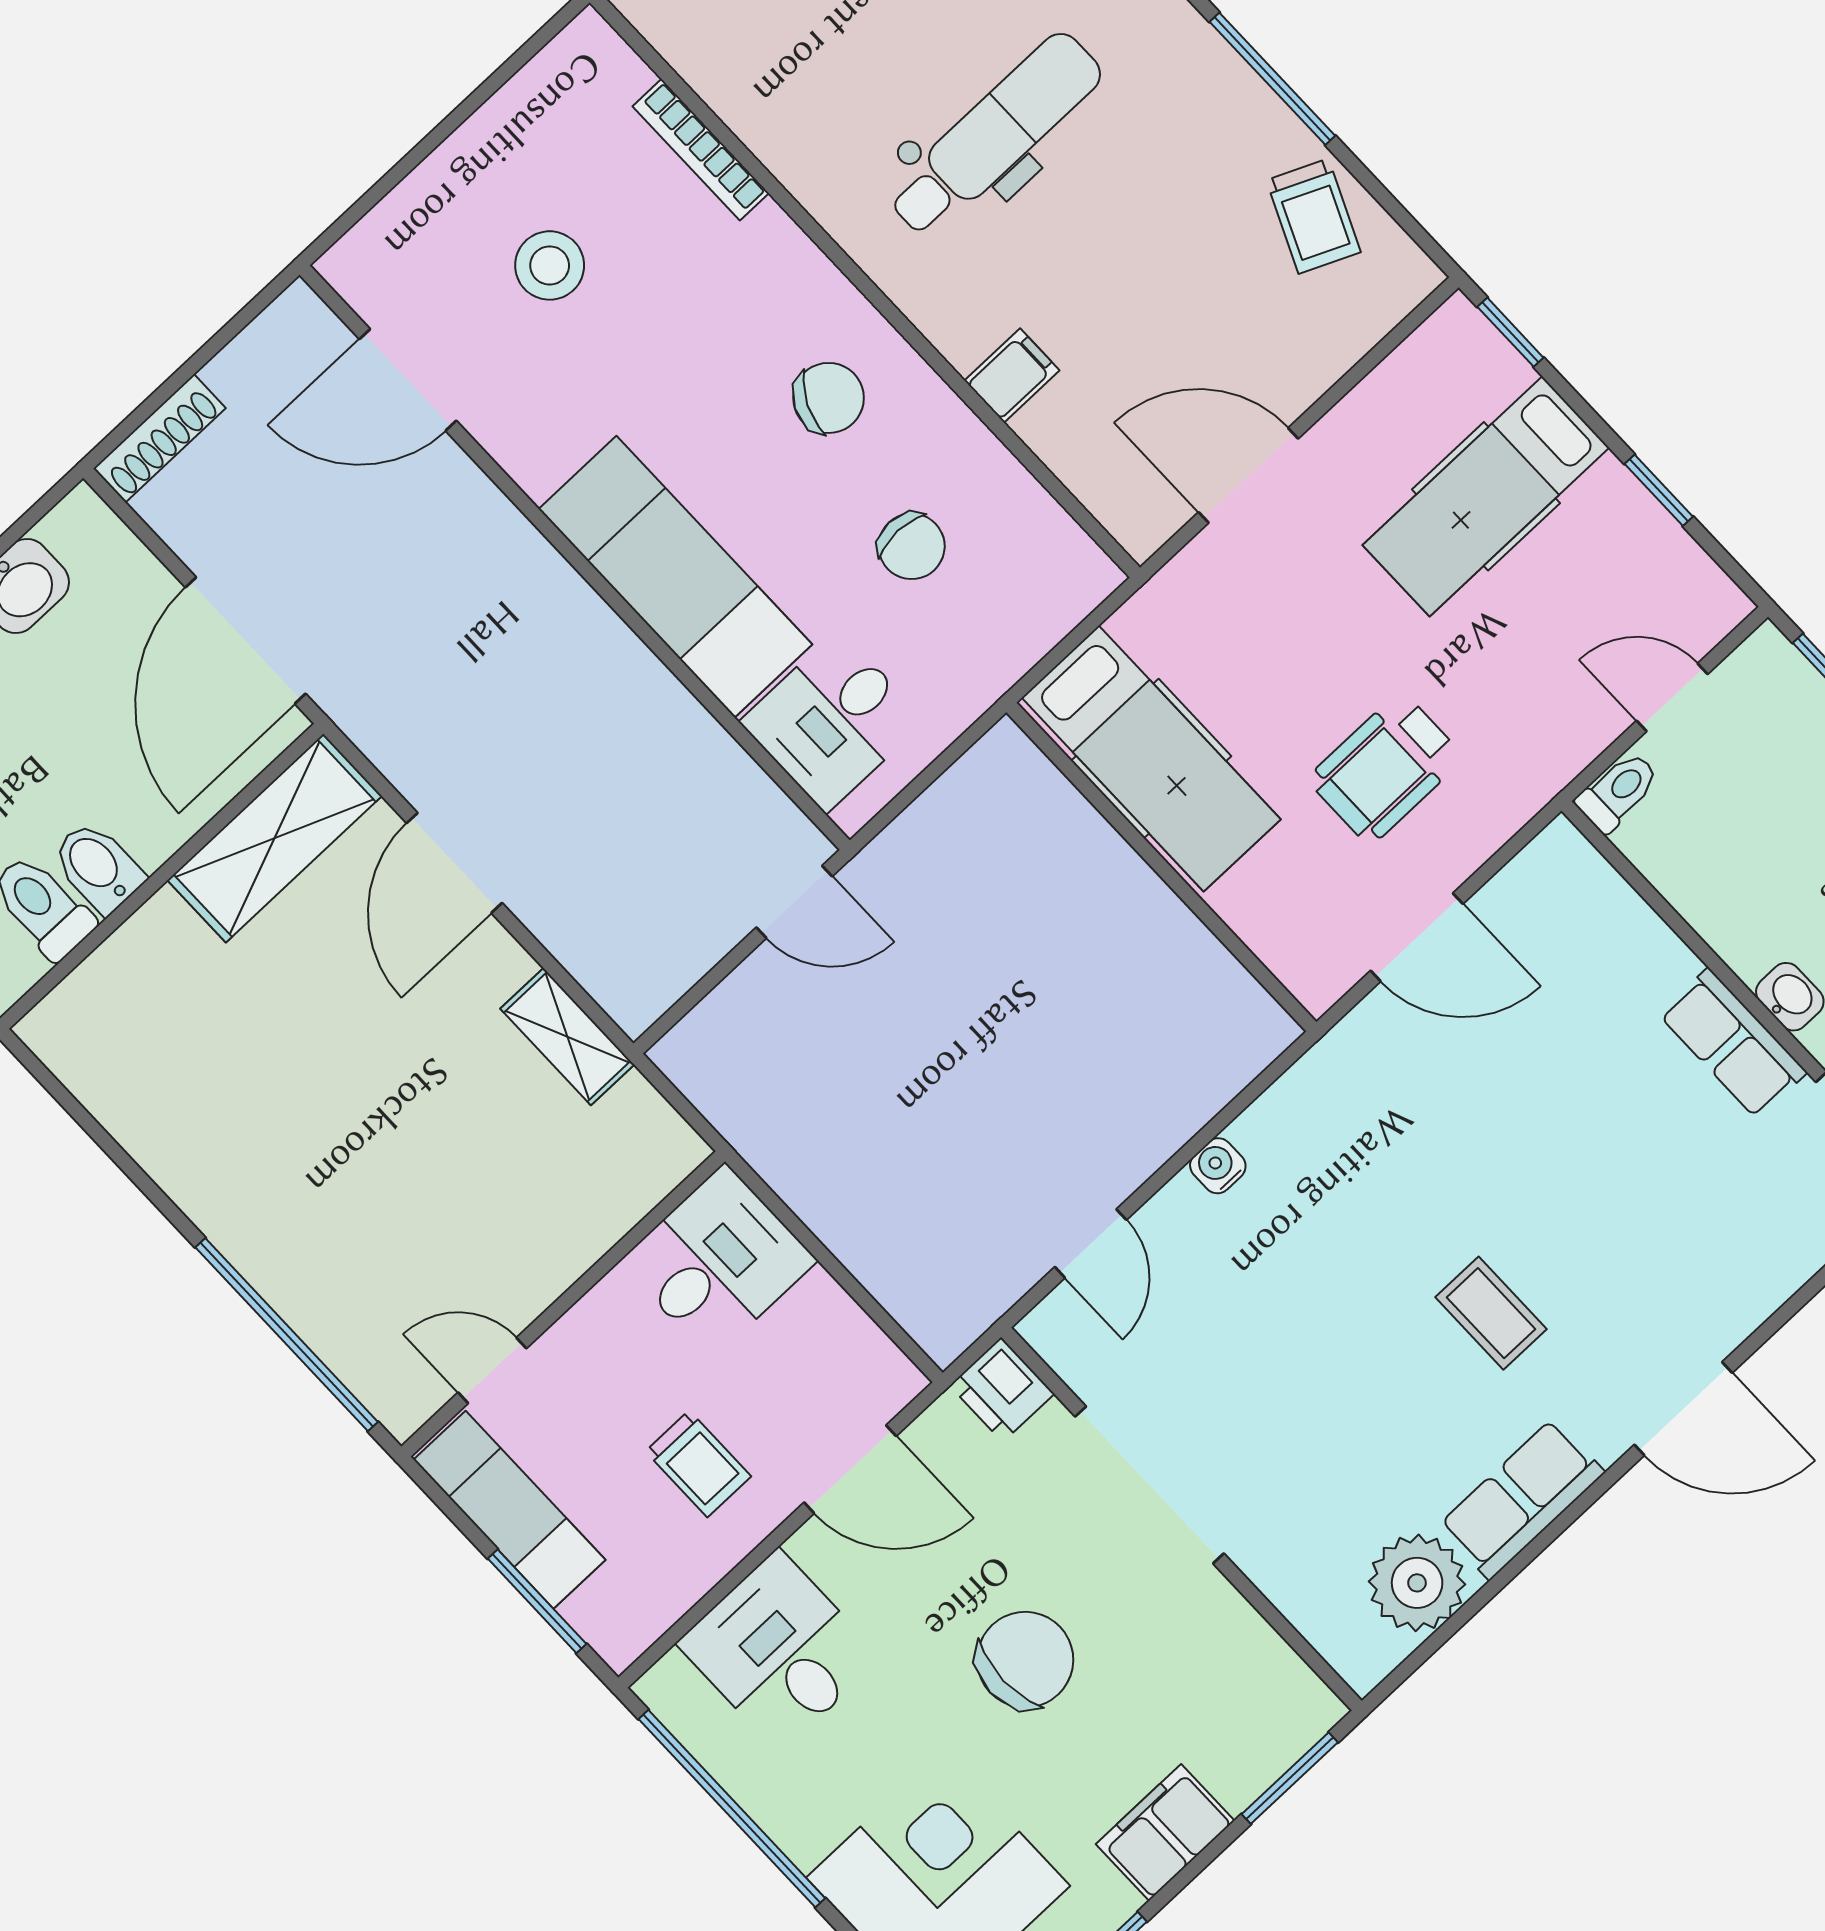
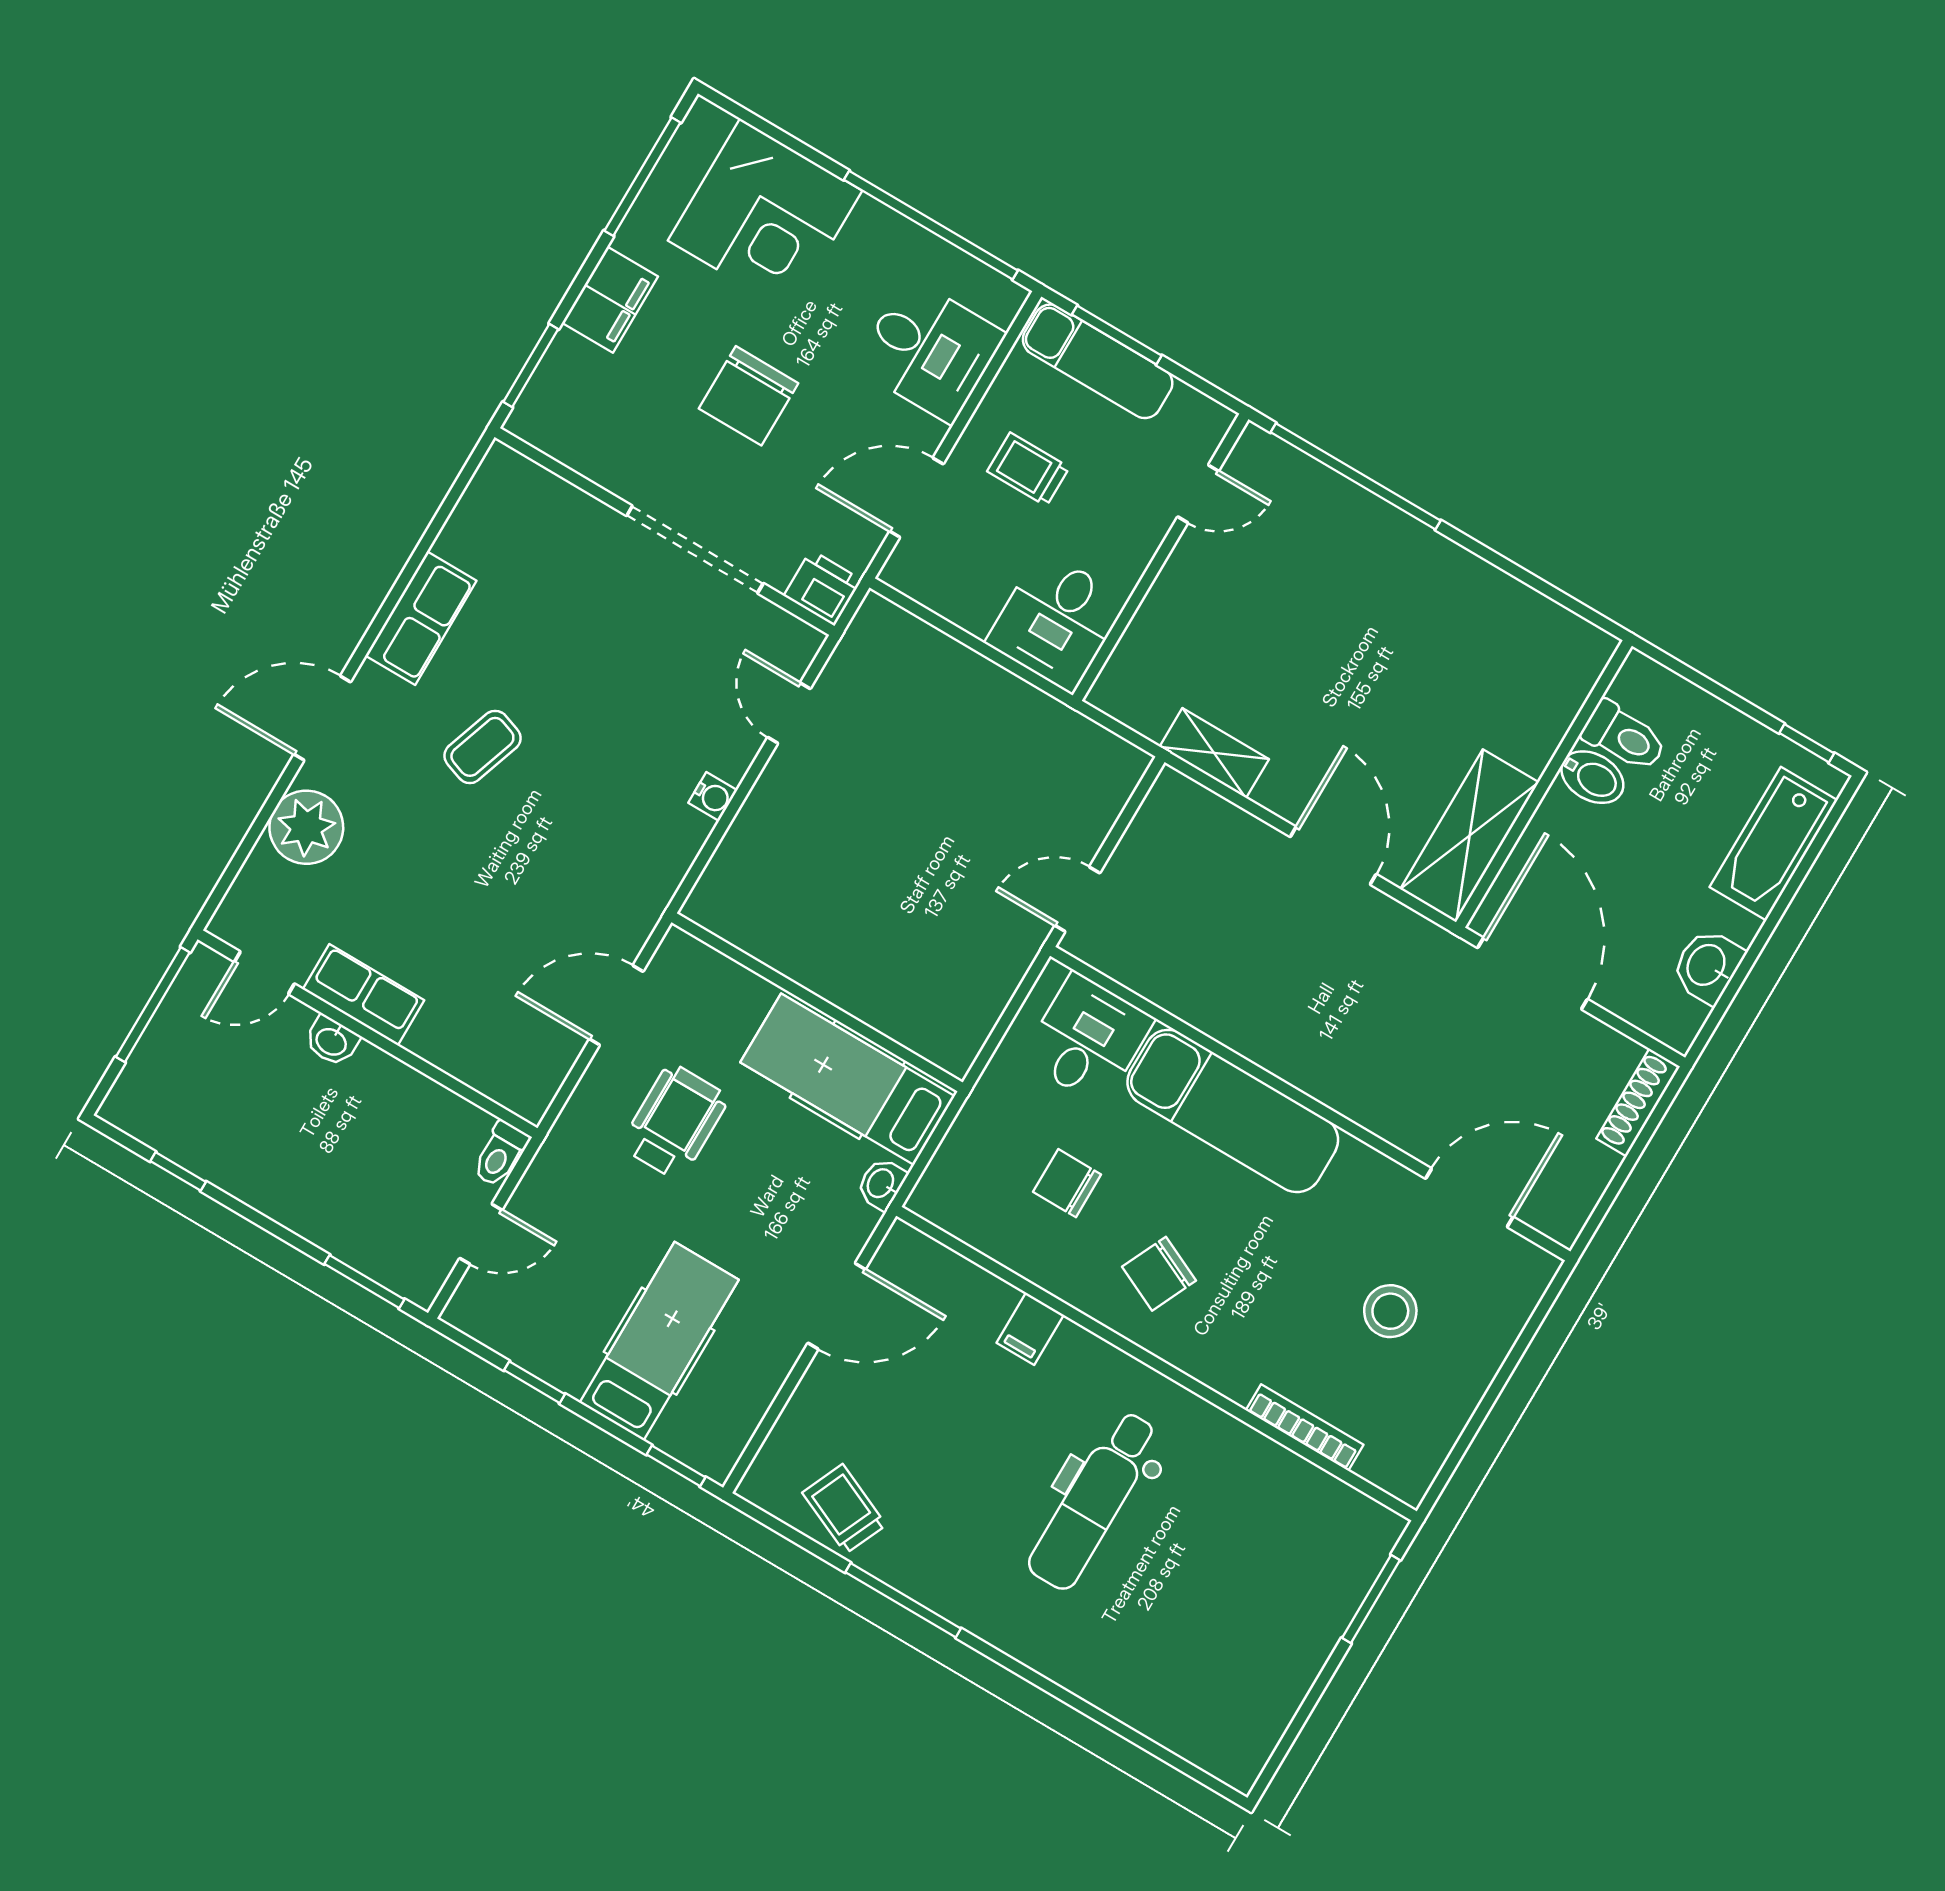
washbasin: (1147, 614) -> (881, 1184), added
coffee table: (1491, 1313) -> (482, 747), turned -71
exam couch: (510, 1510) -> (1098, 361), moved
plant: (1417, 1583) -> (306, 827), moved

